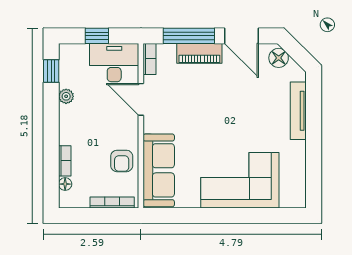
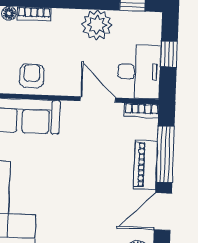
plant: (66, 96) -> (97, 25), width x1.88, depth x1.88
door: (141, 99) -> (98, 99), hinge flipped
armchair: (122, 161) -> (32, 76), turned 90

